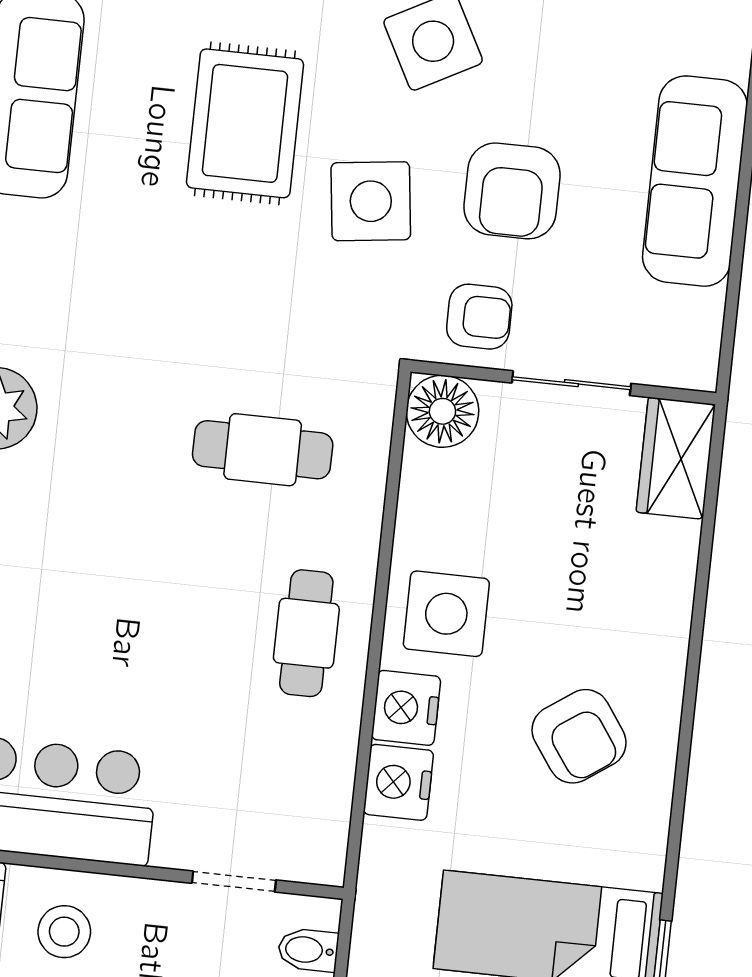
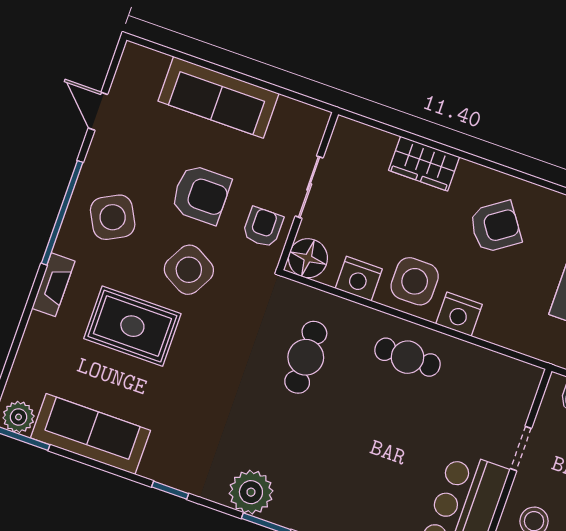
side table: (371, 201) -> (189, 270), turned 36
wardrobe: (676, 458) -> (424, 164), moved
nightstand: (398, 782) -> (359, 279), moved
doorway: (234, 882) -> (521, 449), moved

